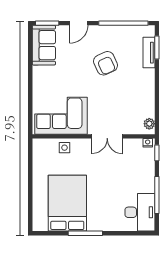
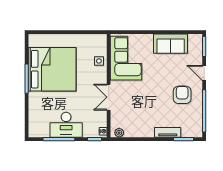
sofa: (44, 45) -> (171, 44), moved
tv unit: (149, 53) -> (168, 132), moved
armchair: (106, 63) -> (182, 95), moved, turned 114
bed: (67, 203) -> (52, 69), width x1.36
desk: (140, 212) -> (66, 125), moved

